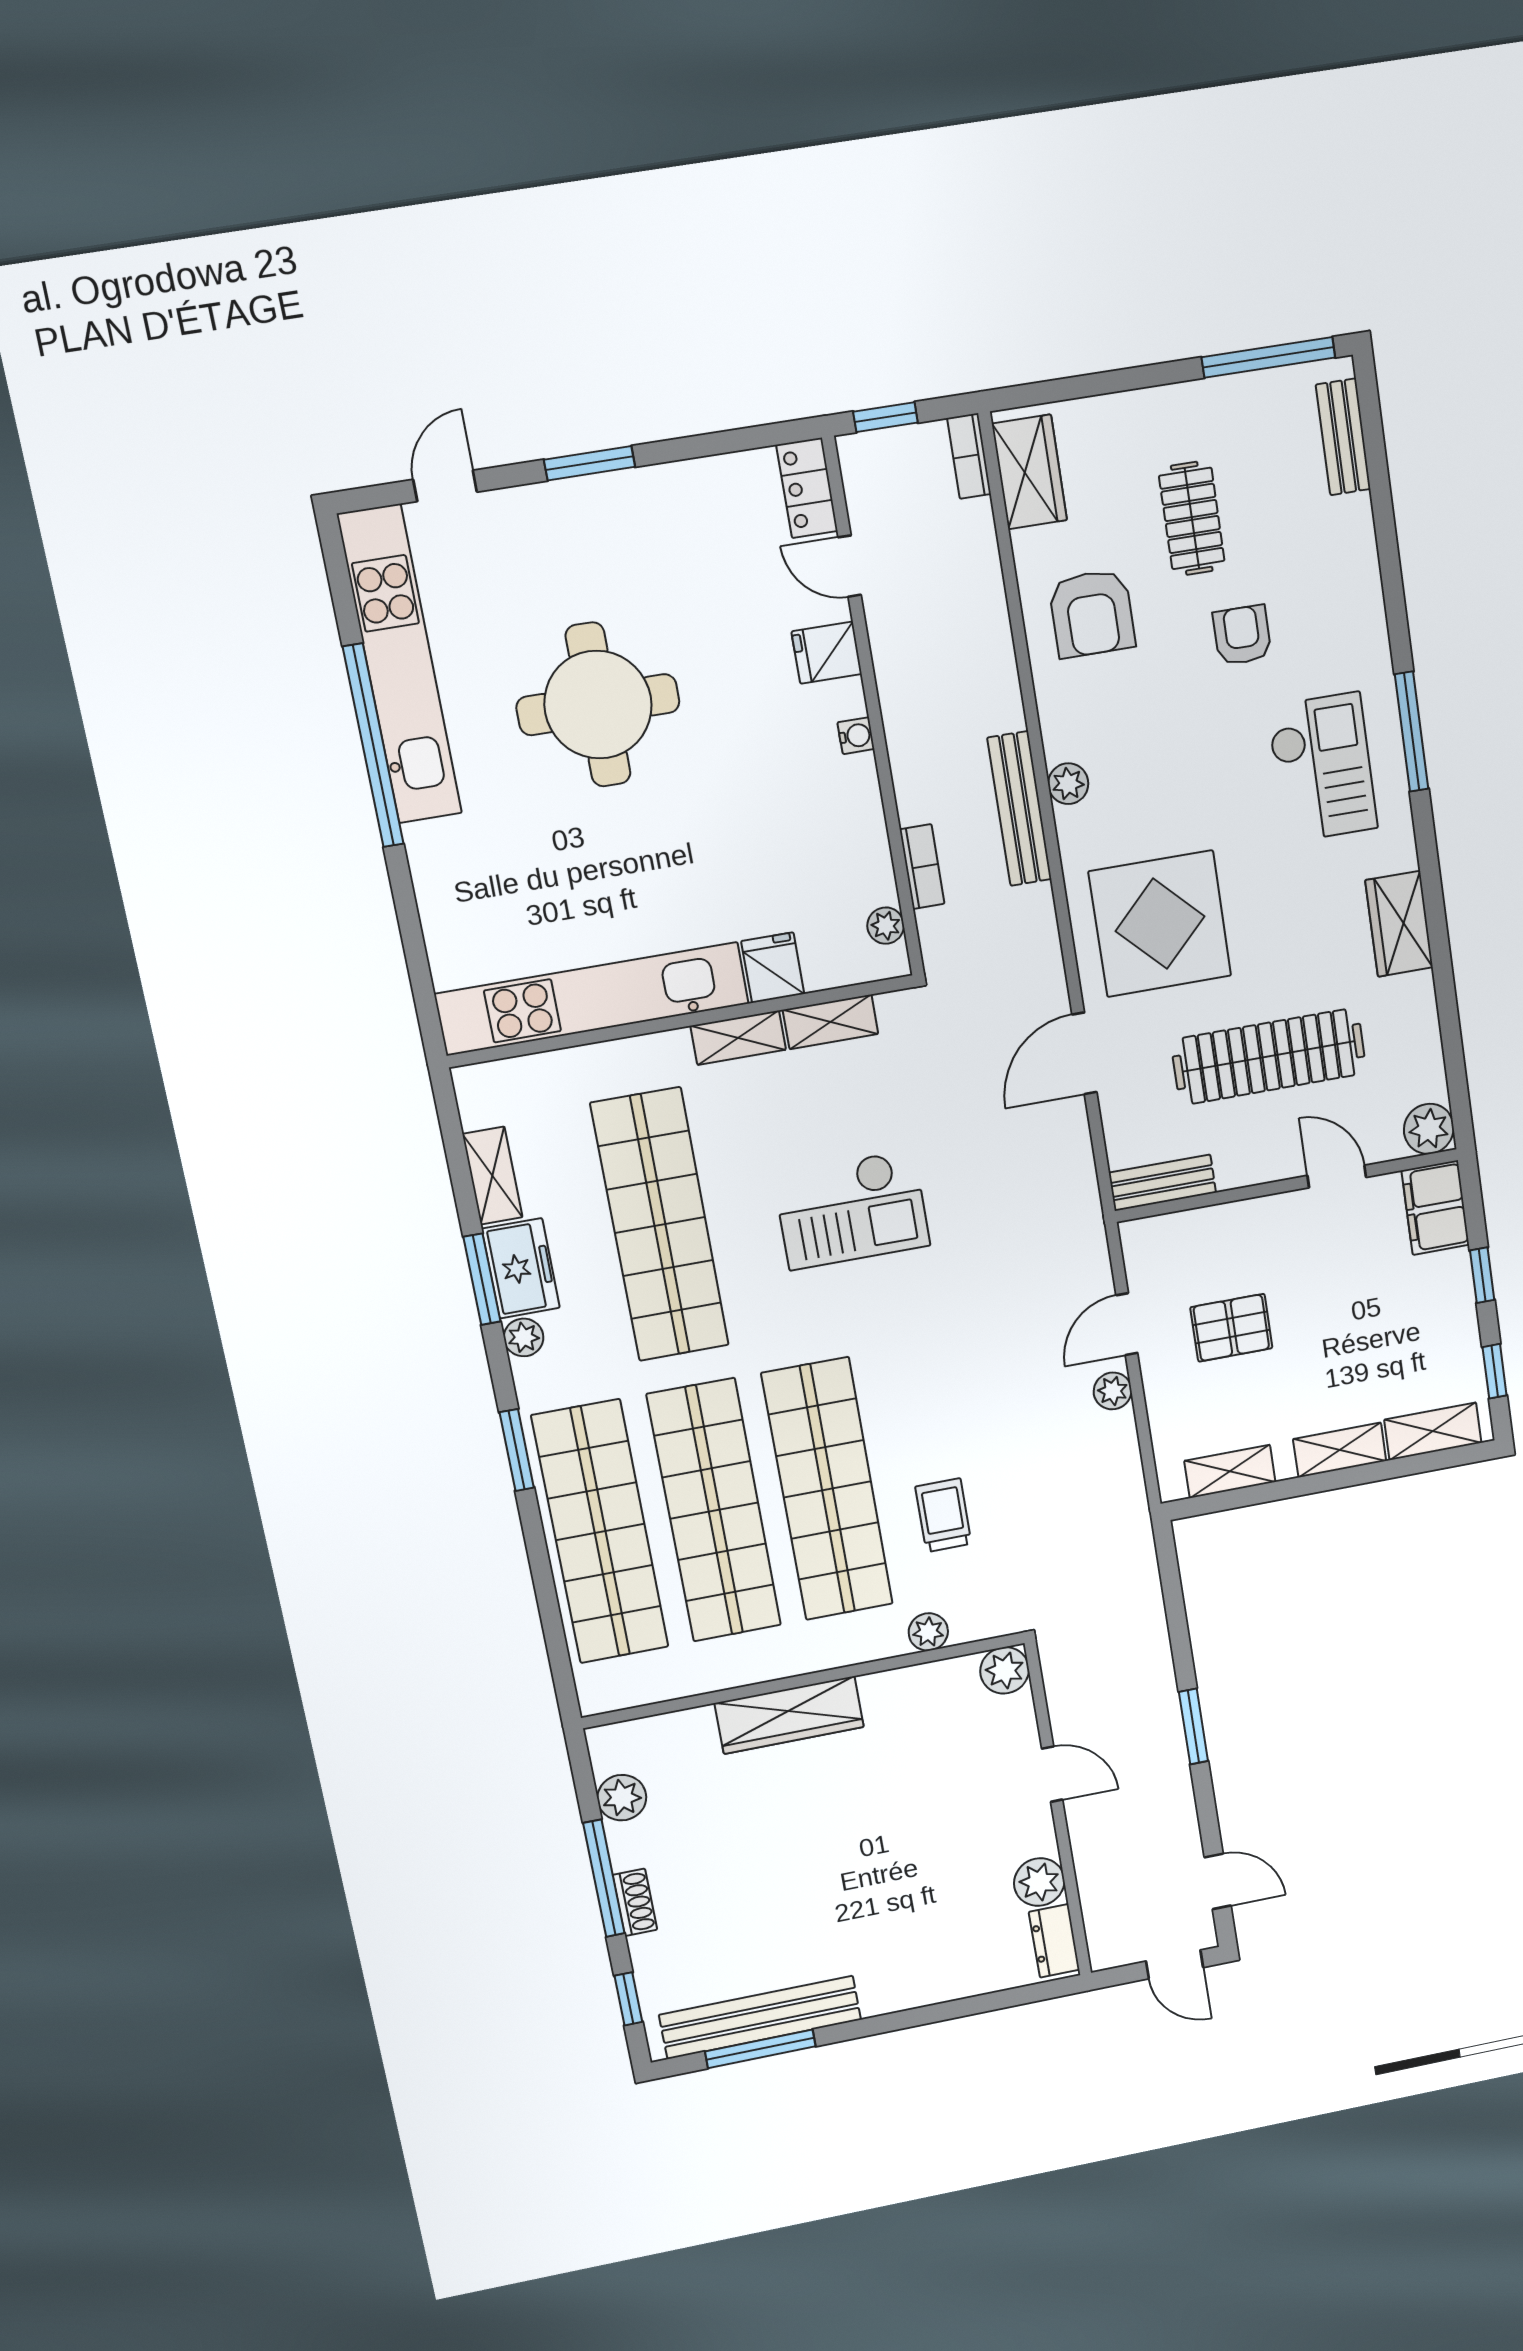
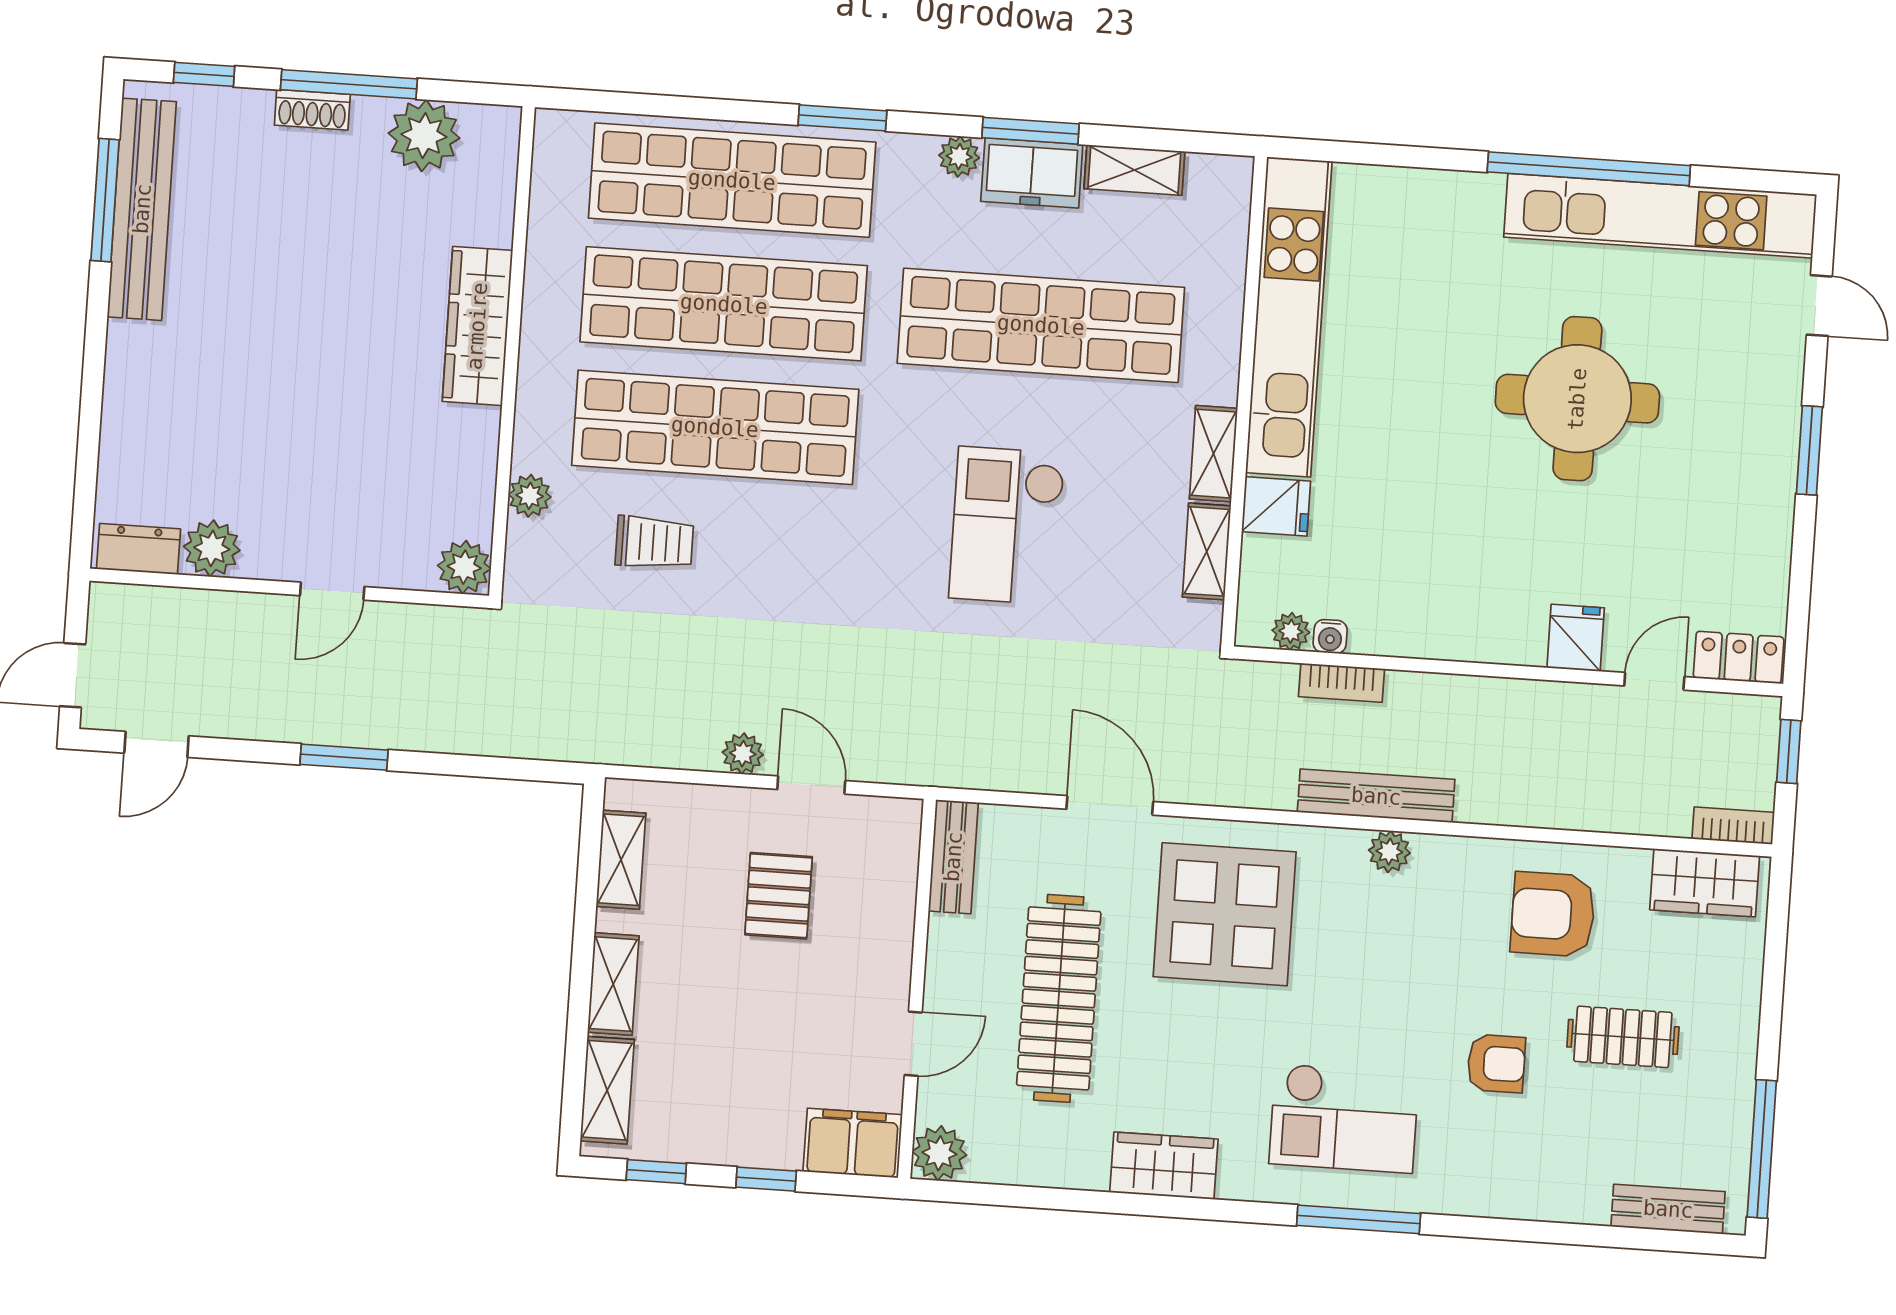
water cooler: (856, 736) -> (1330, 637), moved
plant: (622, 1798) -> (424, 136), width x1.36, depth x1.36

